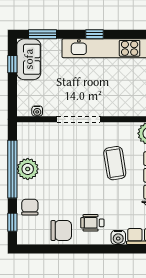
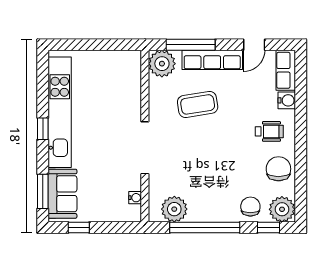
sofa: (29, 59) -> (62, 194), moved, turned 90
plant: (28, 169) -> (174, 209), moved
chair: (30, 207) -> (250, 207), turned 90
wheelchair: (92, 223) -> (269, 131), turned -90
plant: (28, 233) -> (282, 209), added

